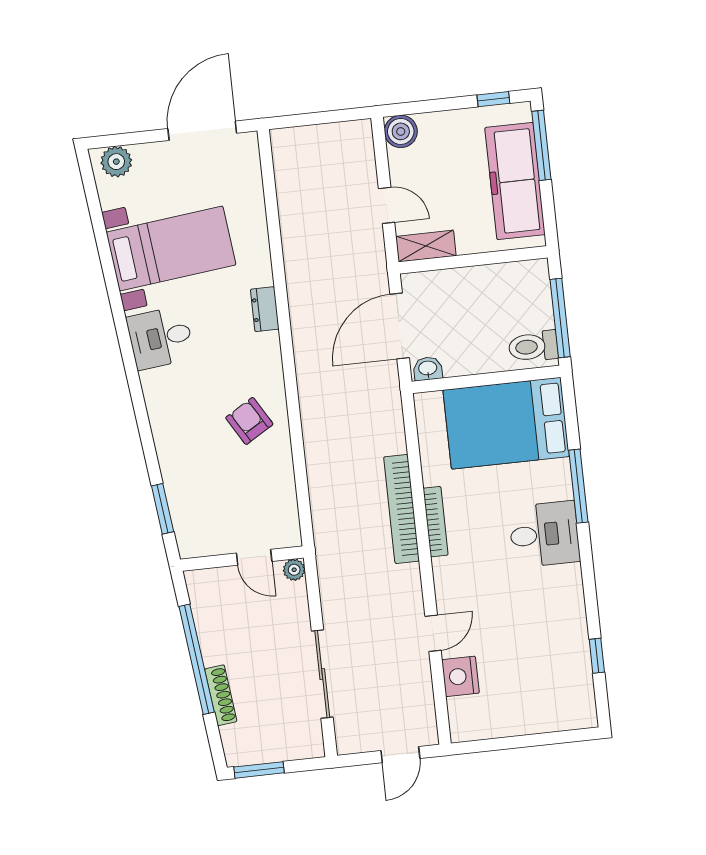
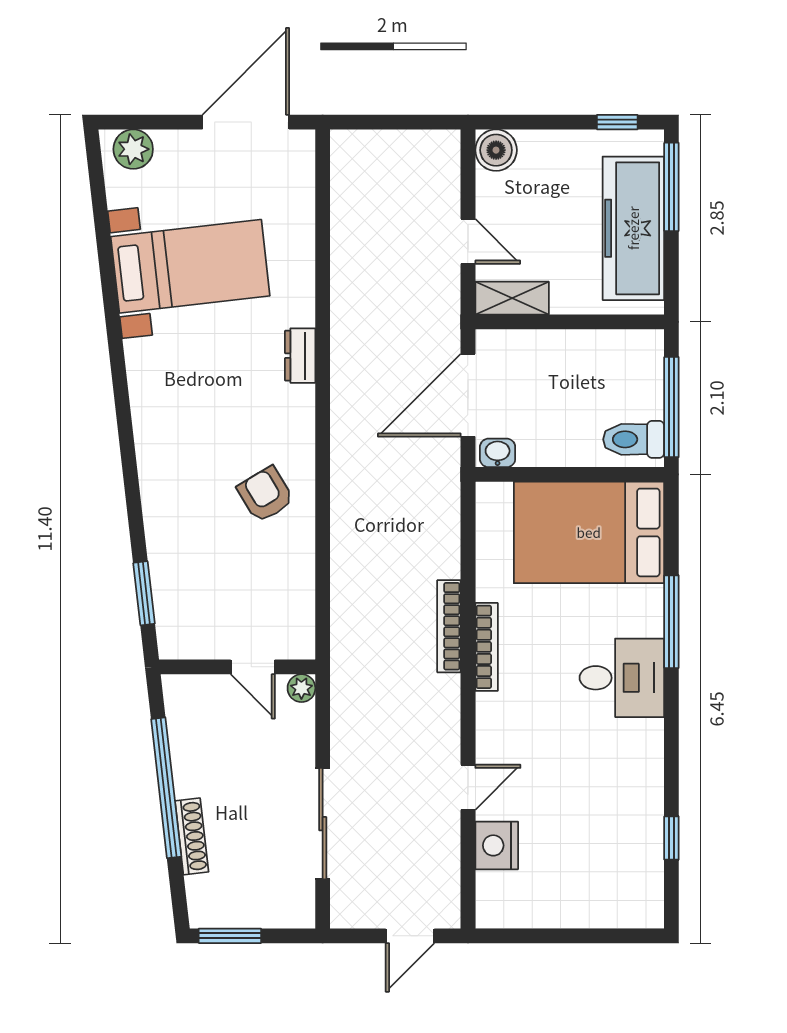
desk: (160, 338) -> (165, 377), removed
bookcase: (402, 509) -> (449, 626), width x0.68, depth x0.76

